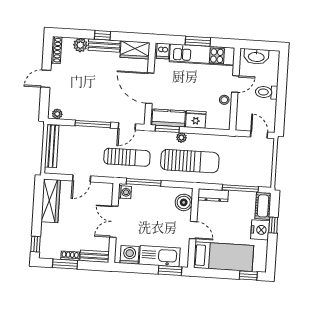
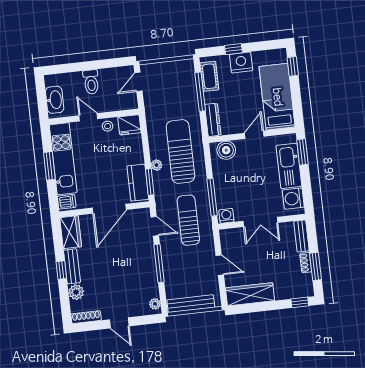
fridge: (196, 119) -> (129, 125), moved, turned -90
cot: (263, 206) -> (209, 76), moved, turned 90

